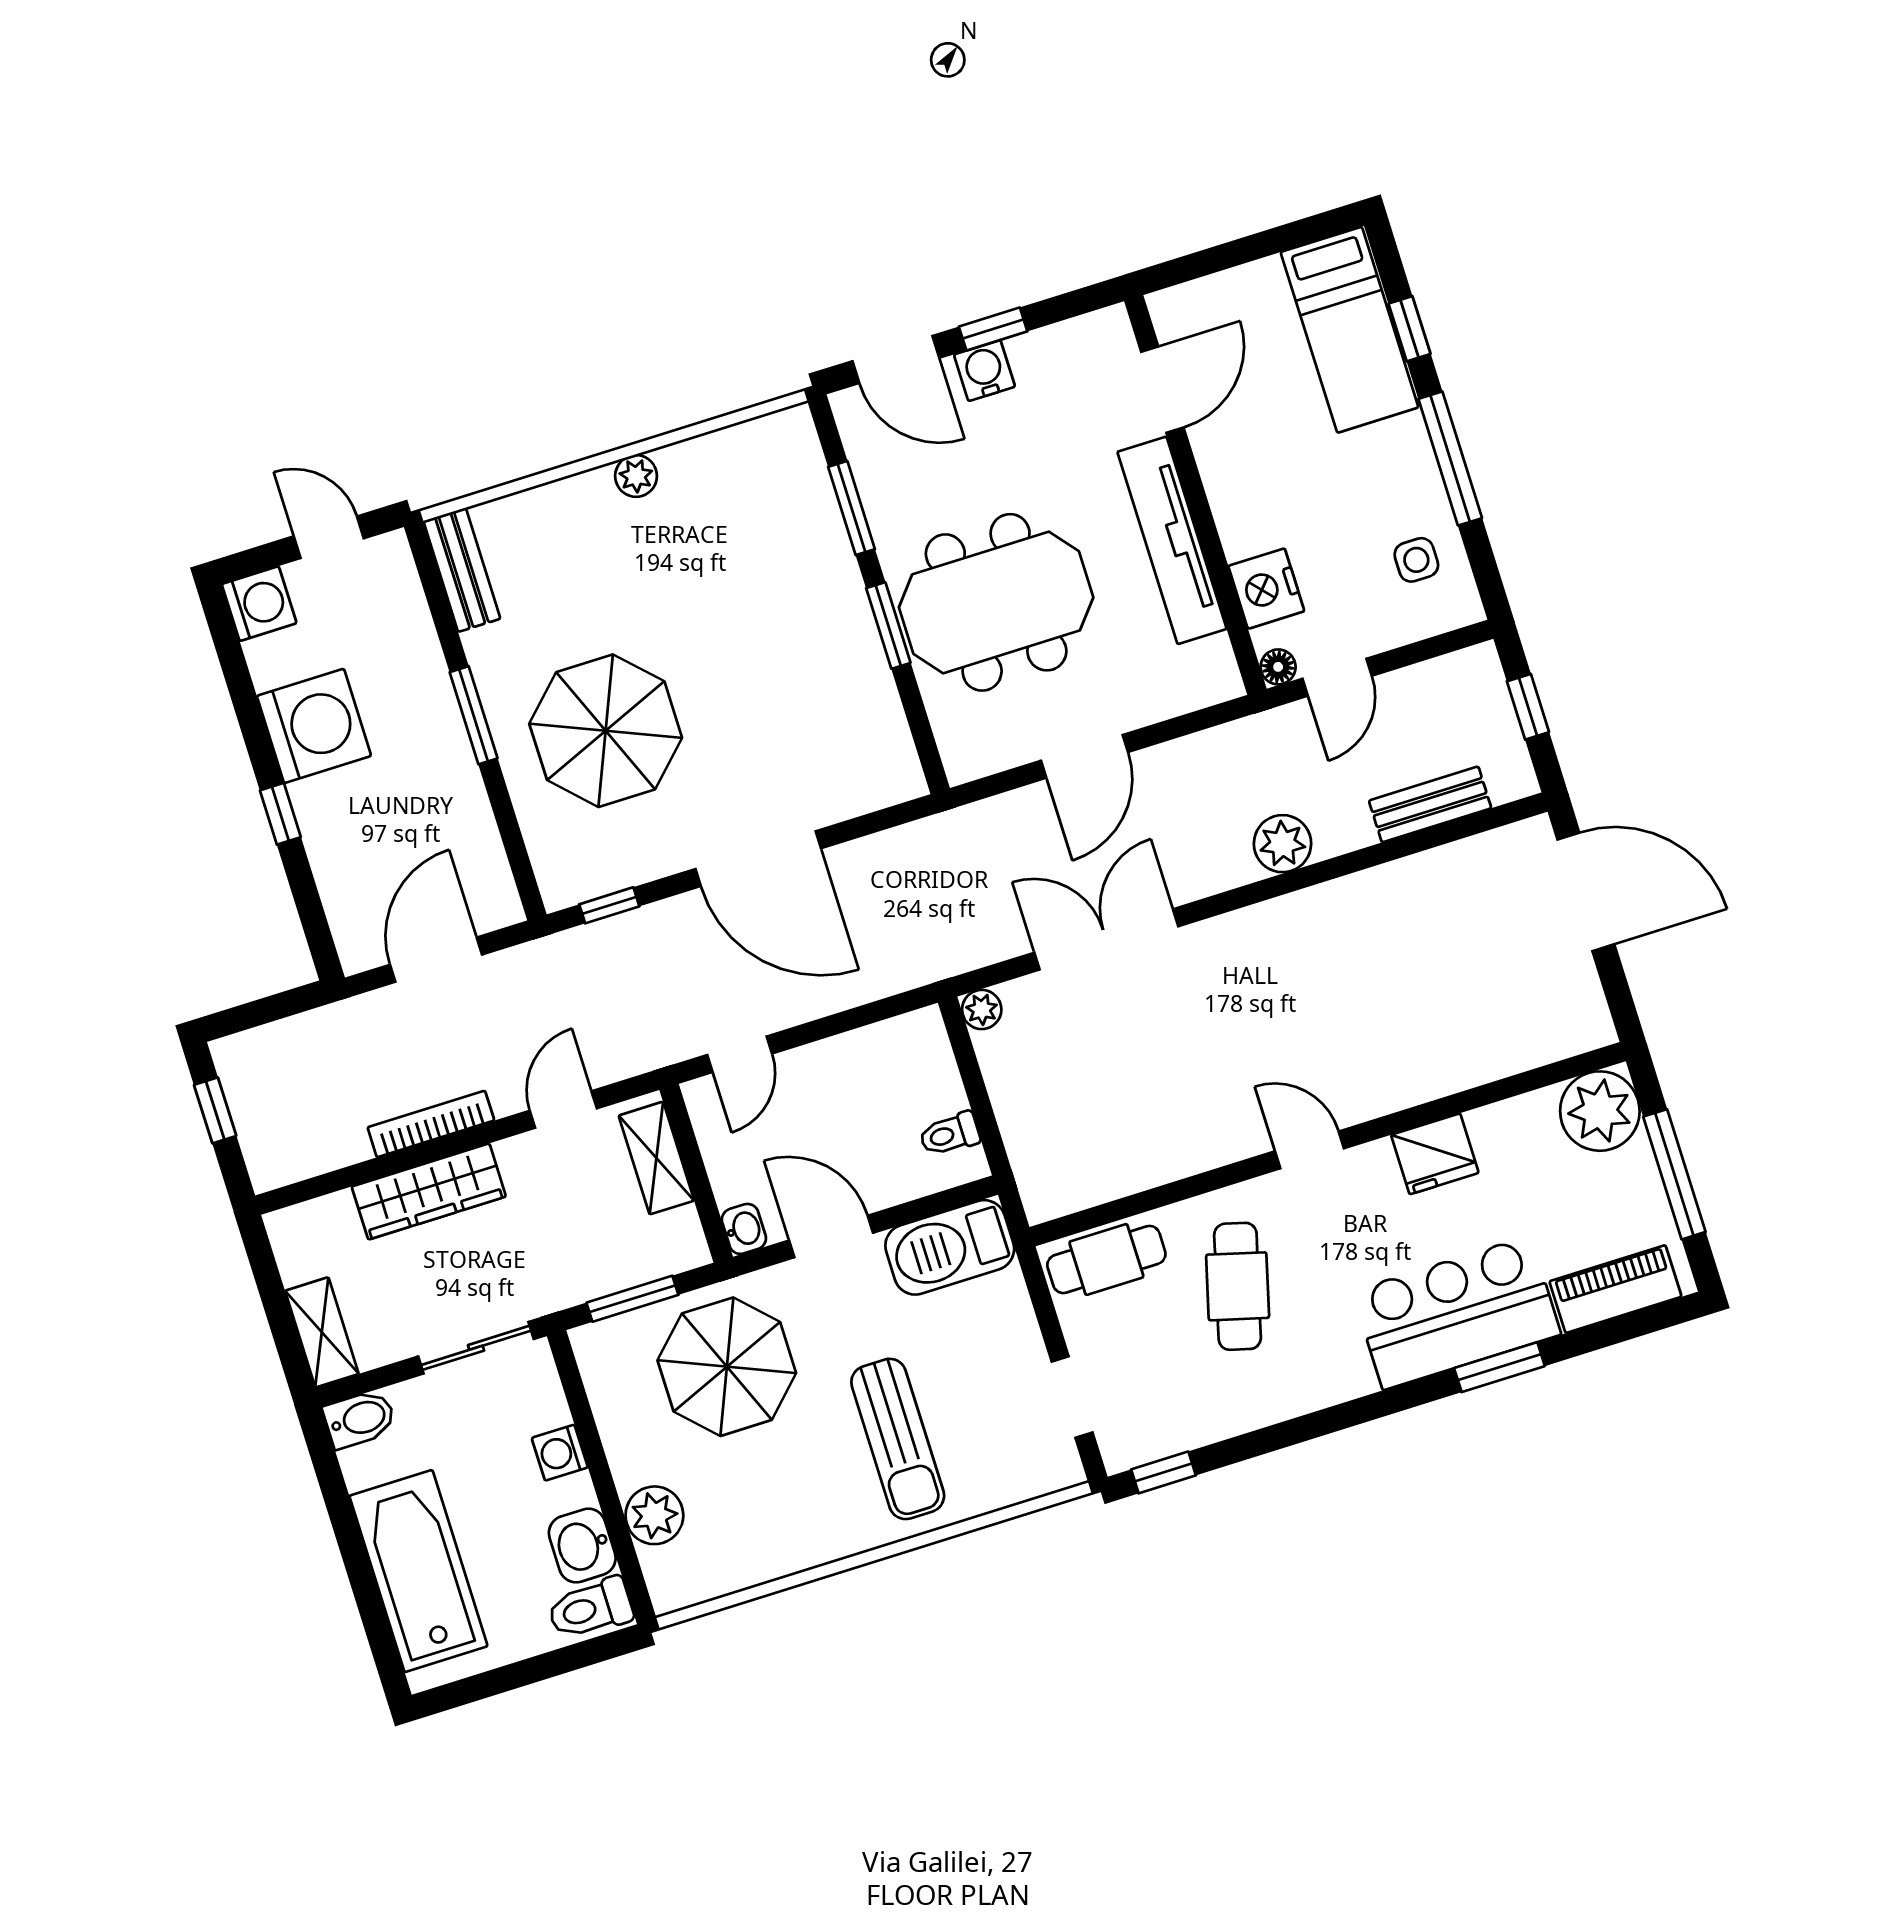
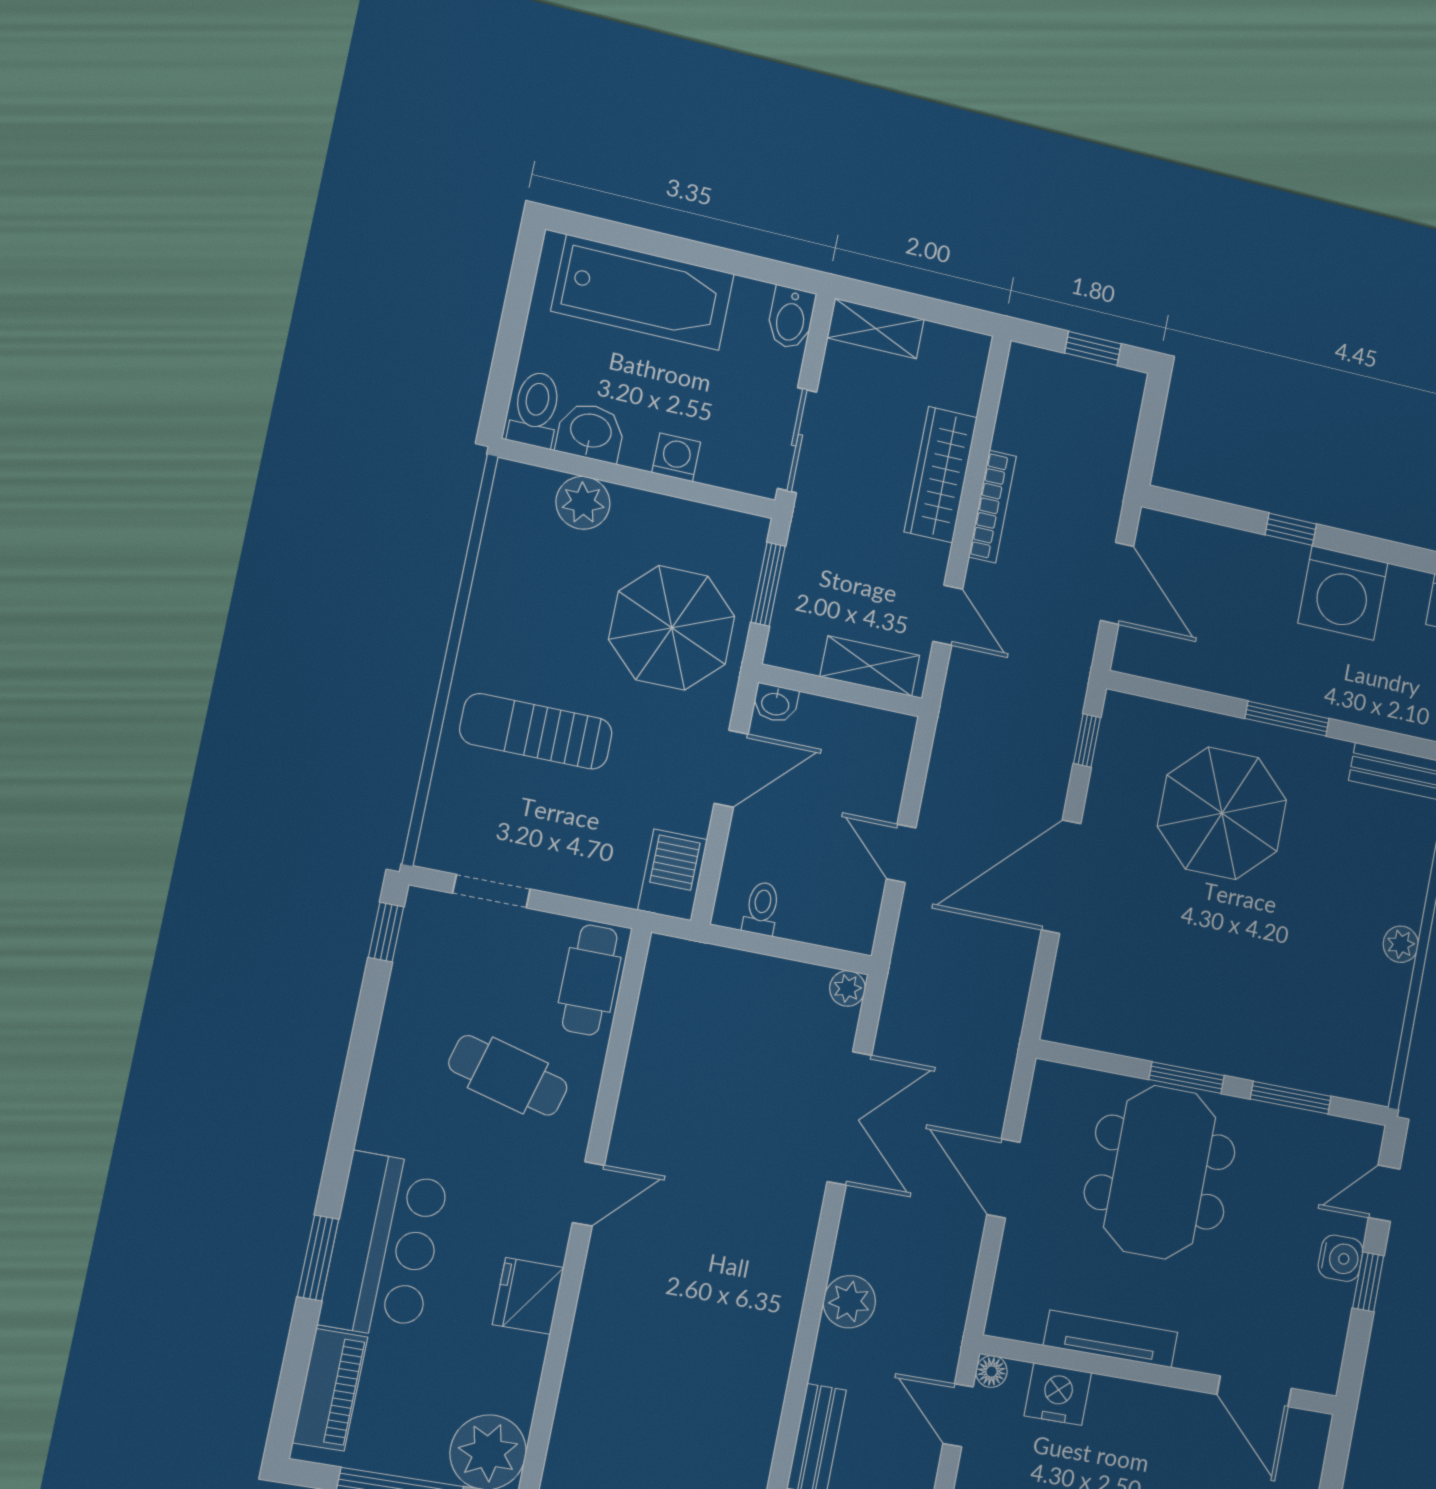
door: (896, 360) -> (1384, 1193), width x0.73
tv unit: (1172, 540) -> (1111, 1339), width x0.73, depth x0.78
door: (740, 1054) -> (901, 853), moved
barbecue: (950, 1247) -> (672, 875), width x0.73, depth x0.83

